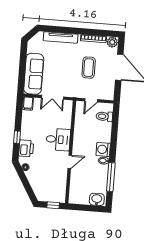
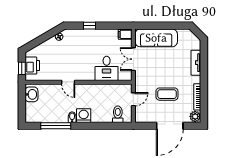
tv unit: (61, 37) -> (196, 63), width x0.71
door: (91, 100) -> (133, 99), swing flipped
desk: (58, 139) -> (107, 68), moved
printer: (26, 148) -> (32, 66), moved, turned -90
washbasin: (97, 199) -> (31, 94), moved

